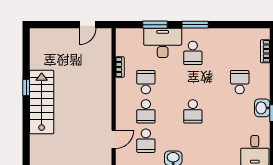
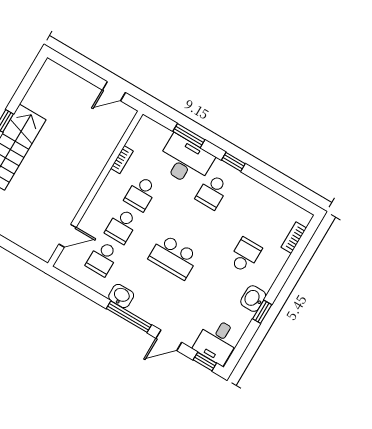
window: (195, 25) -> (233, 162), width x0.67
school desk: (146, 82) -> (141, 193), turned 180
school desk: (193, 111) -> (174, 257), width x1.85

